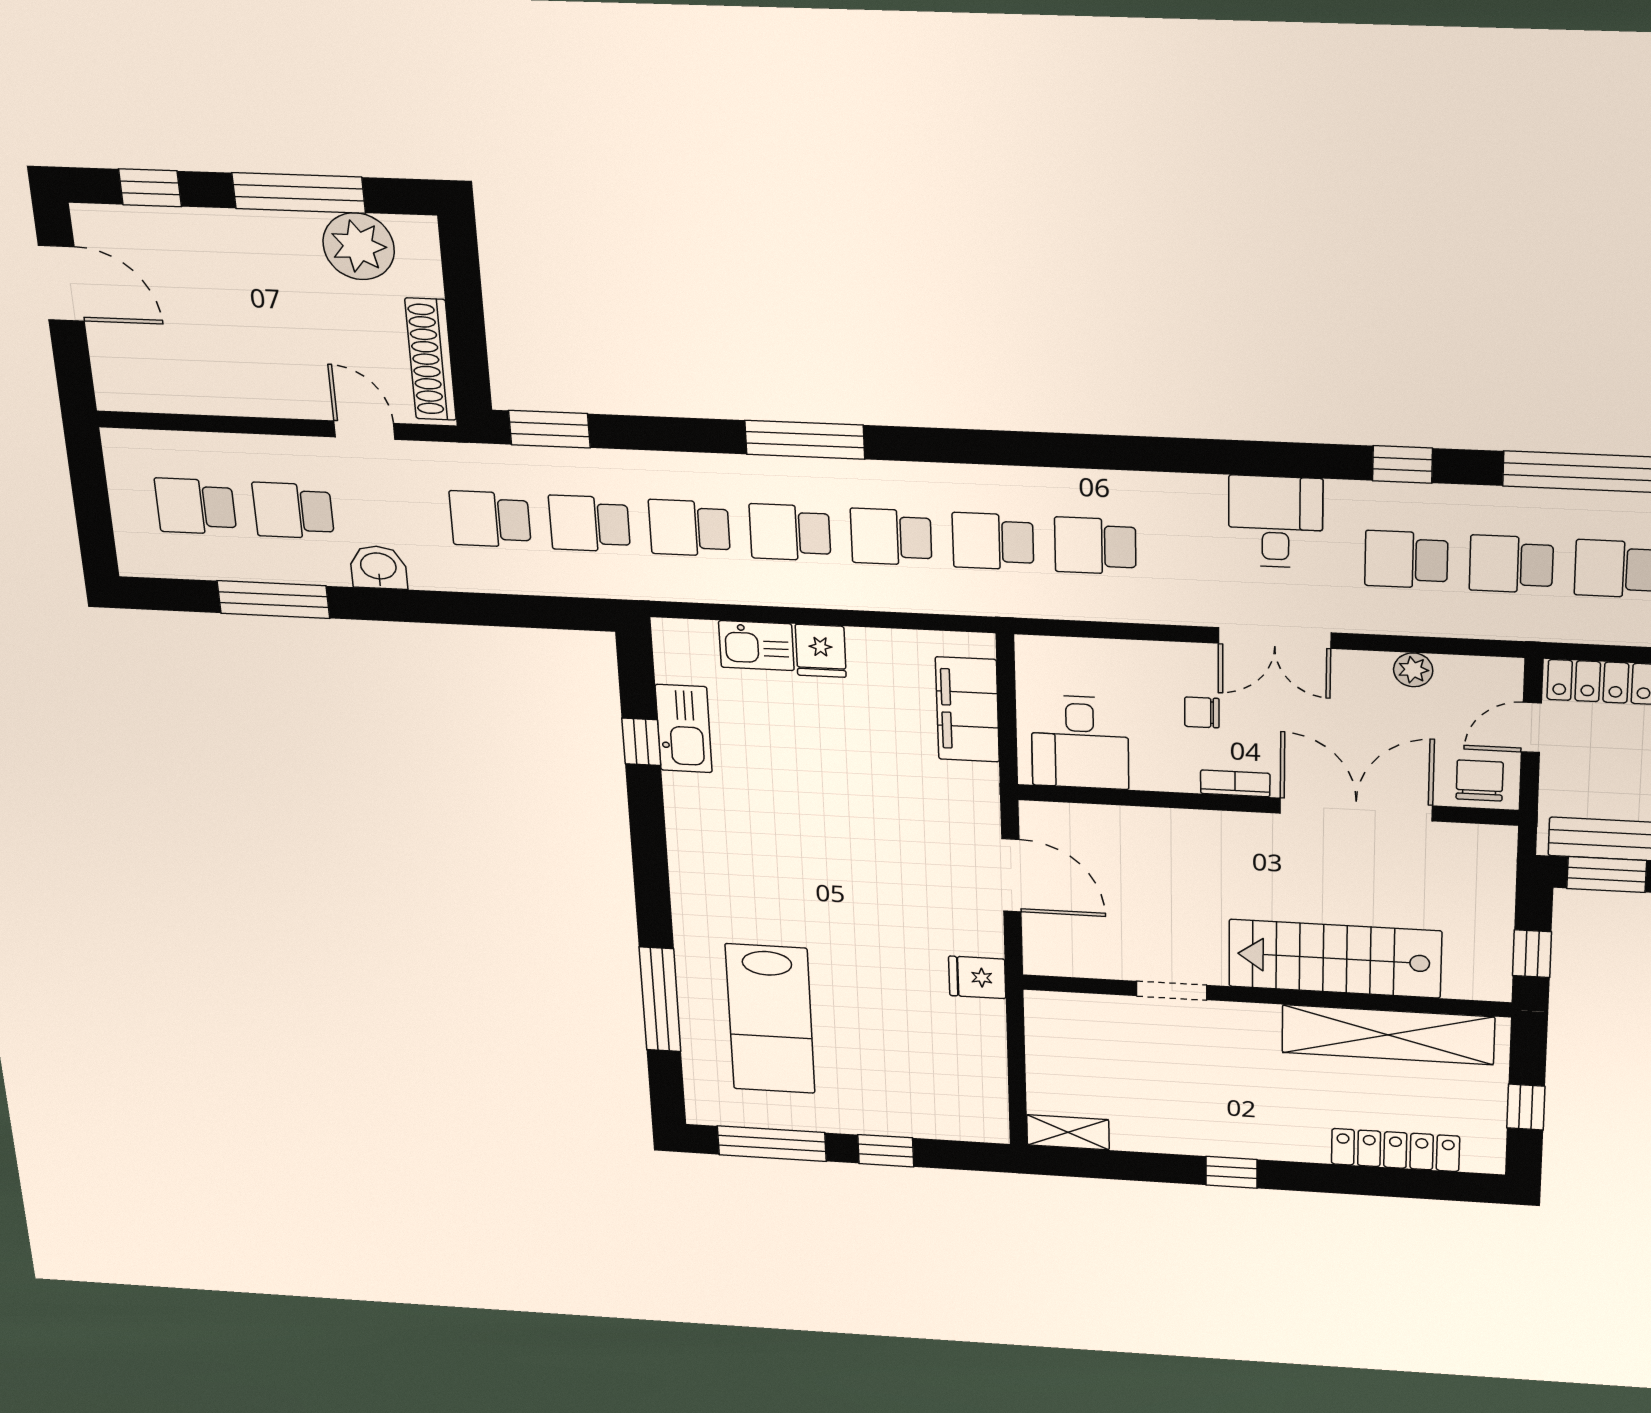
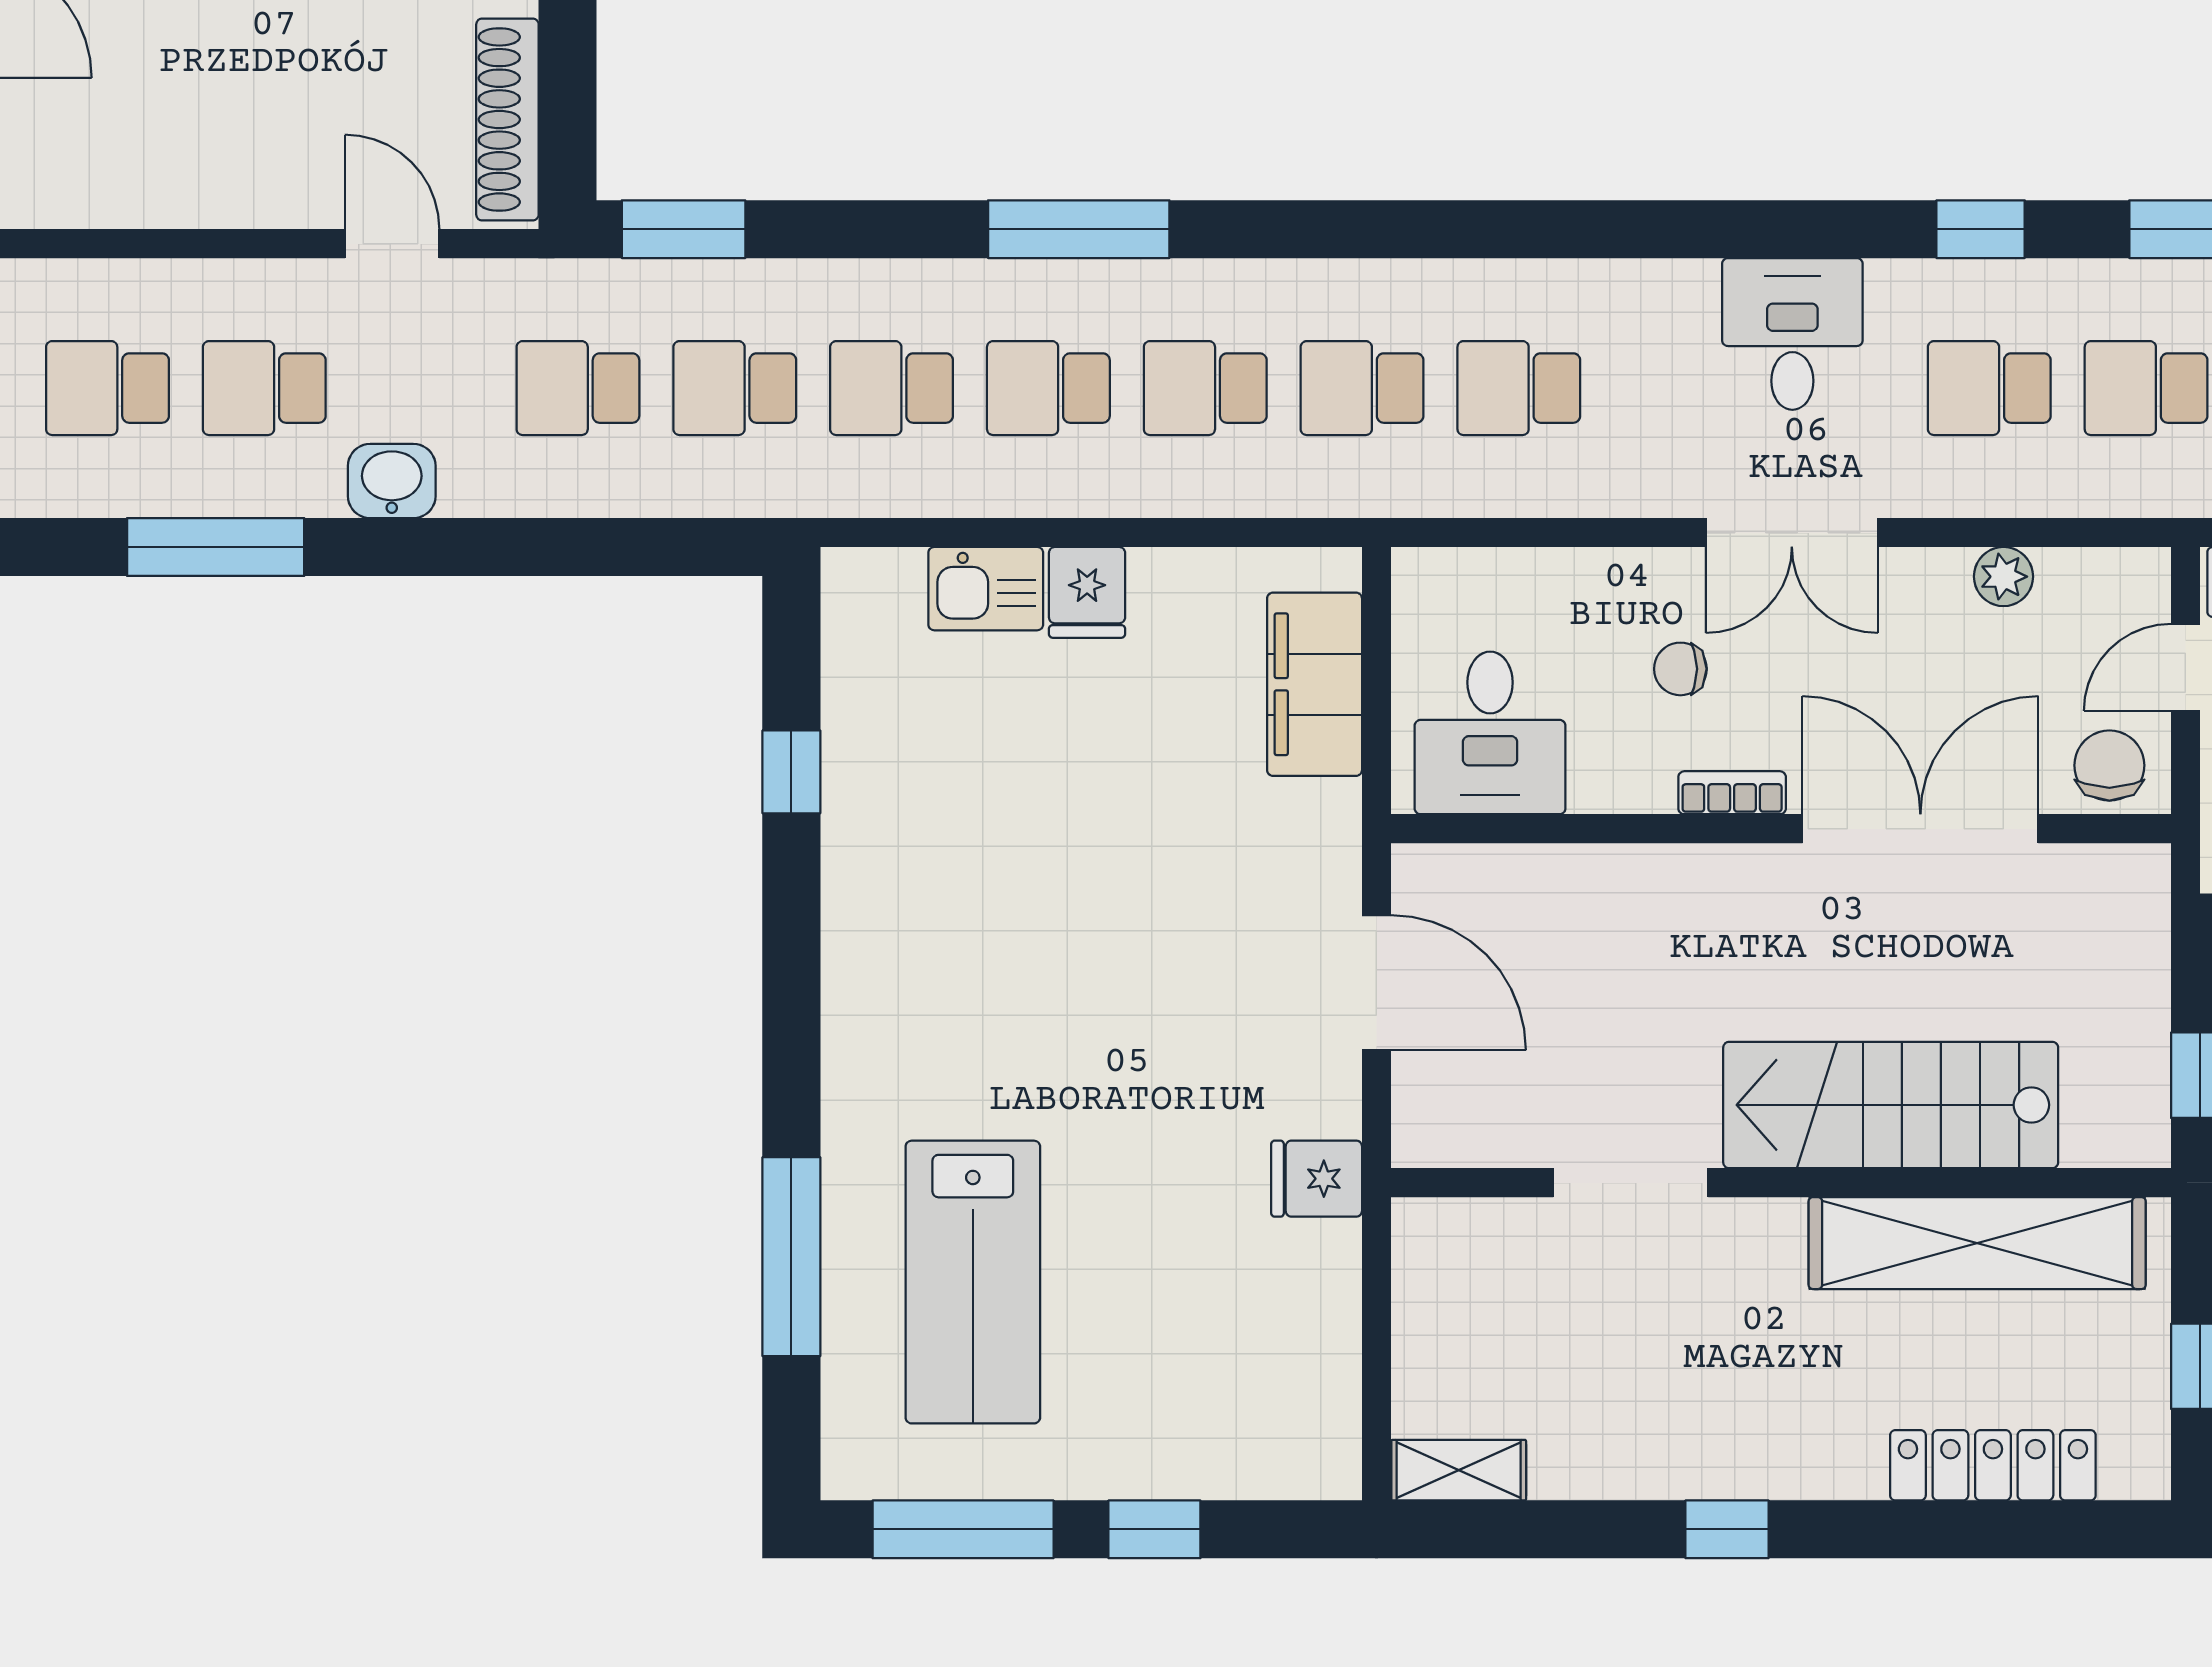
kitchen sink: (684, 729) -> (861, 744), removed
doorway: (1172, 991) -> (1631, 1183), width x1.38

